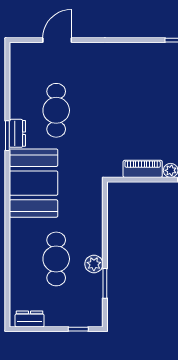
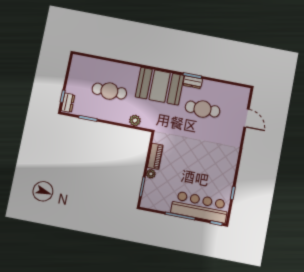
plant: (94, 264) -> (135, 120), moved
dresser: (30, 319) -> (68, 103), moved

